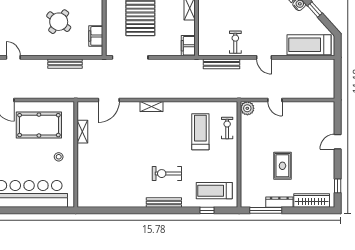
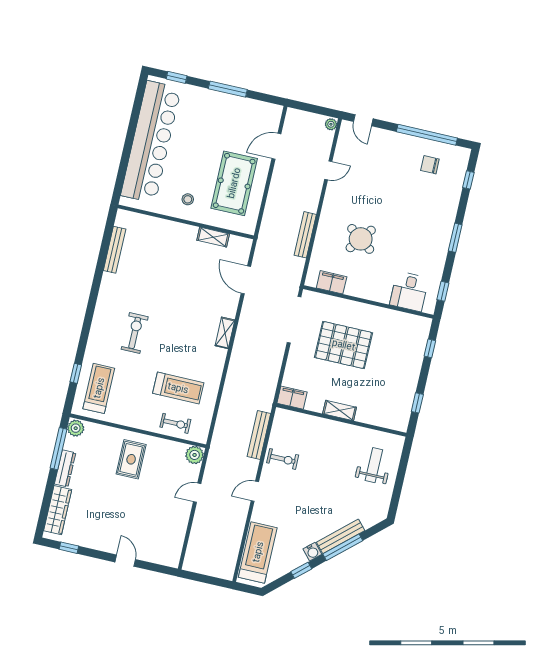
rug: (282, 166) -> (131, 459), moved, turned 90
plant: (248, 201) -> (76, 428), added
bench: (164, 203) -> (115, 250), moved

